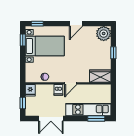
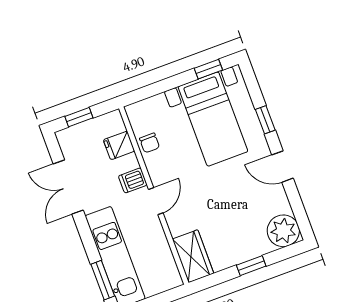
window: (37, 24) -> (265, 120), moved
door: (71, 83) -> (156, 201), swing flipped
fridge: (30, 90) -> (119, 145), moved

